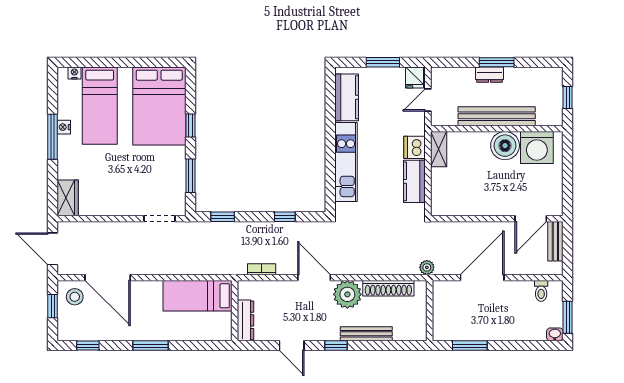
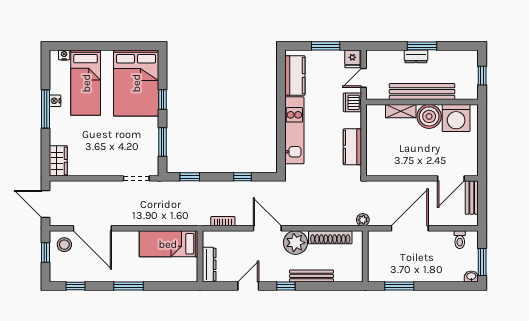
dishwasher: (414, 147) -> (352, 102), moved
shelving: (439, 149) -> (401, 111), moved, turned 90
door: (292, 346) -> (248, 286), swing flipped

